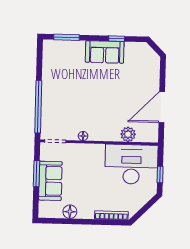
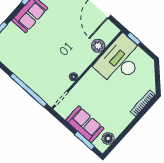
window: (37, 173) -> (84, 141), moved
window: (160, 175) -> (134, 39), moved
floor lamp: (70, 212) -> (108, 138), moved

